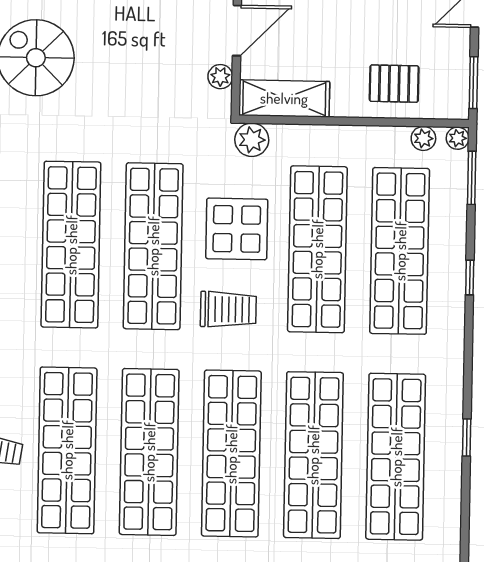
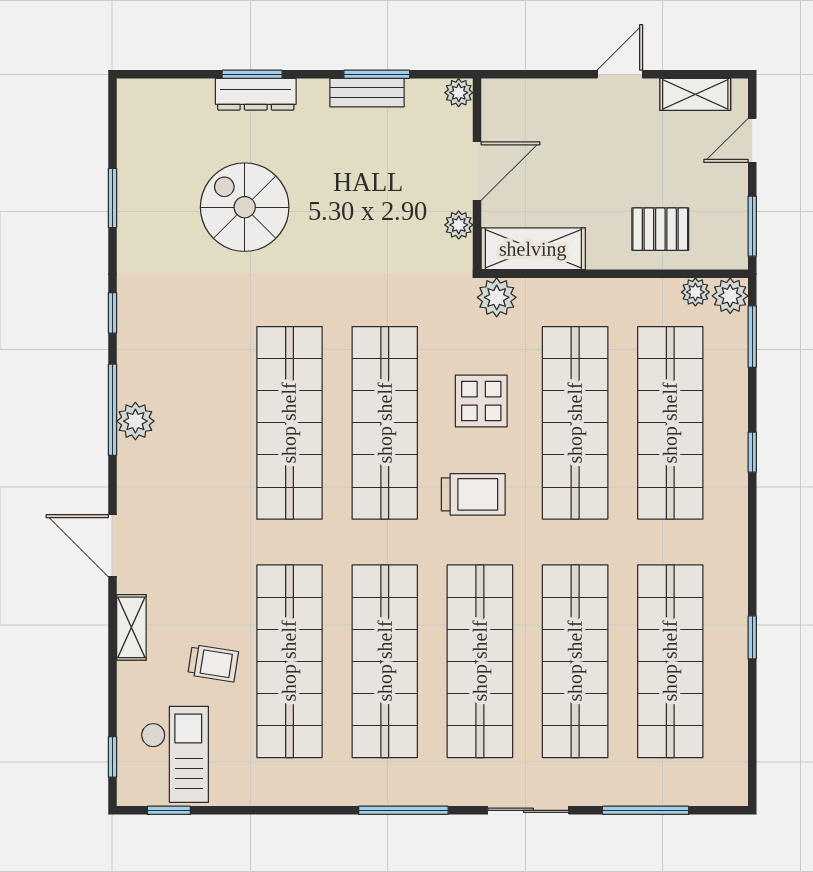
plant: (458, 138) -> (730, 296), width x1.38, depth x1.38
display table: (237, 229) -> (481, 401), width x0.73, depth x0.73

